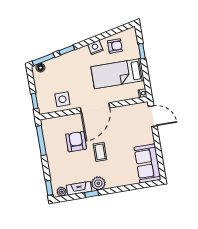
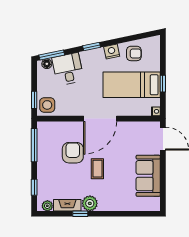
window: (67, 50) -> (92, 47), moved
window: (142, 51) -> (163, 84), moved
desk: (60, 69) -> (68, 69), added
side table: (62, 99) -> (47, 105), moved
sofa: (147, 163) -> (148, 176), moved
window: (49, 188) -> (34, 187), moved

